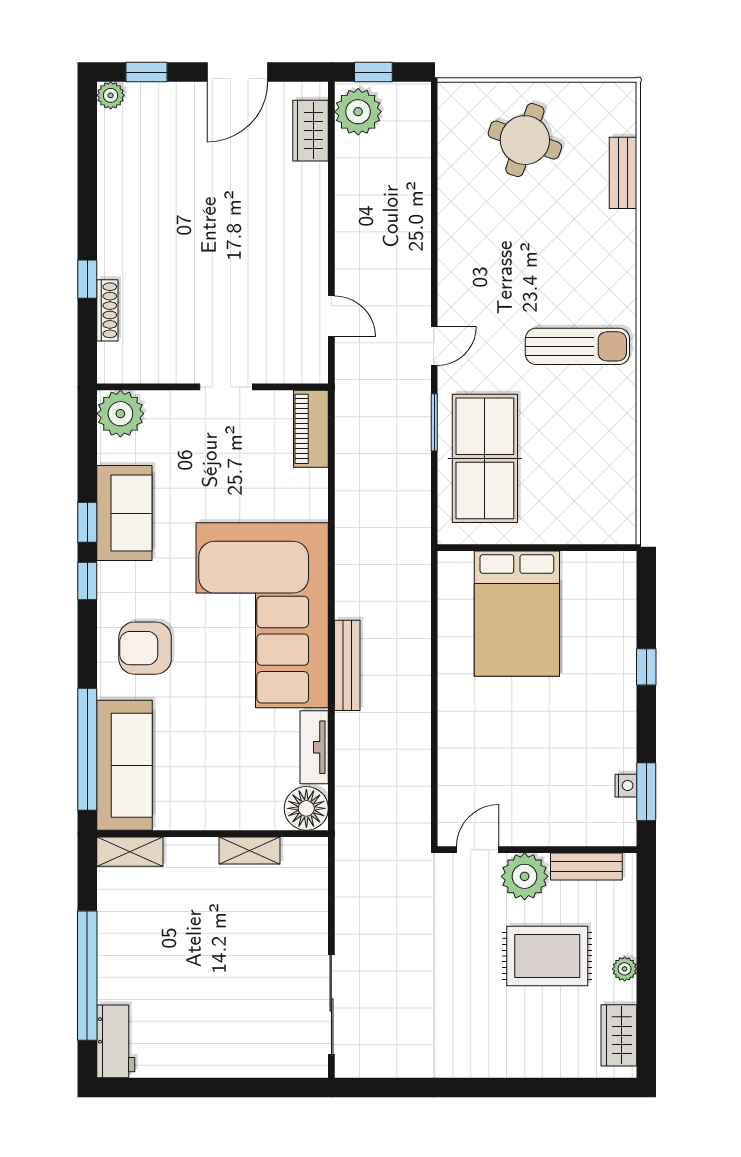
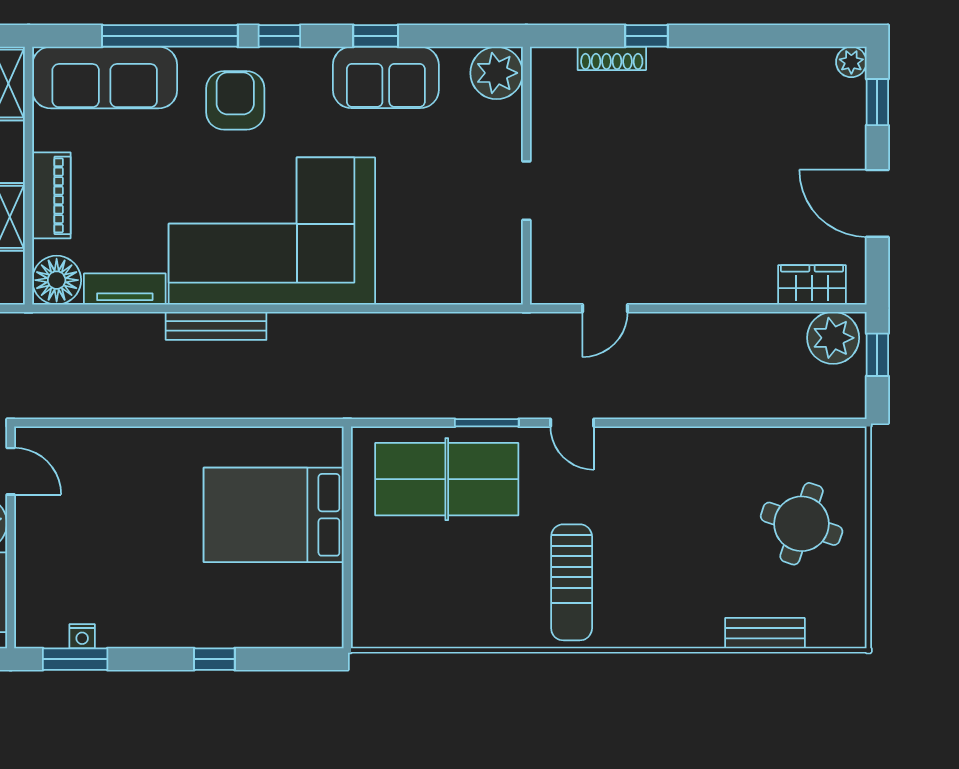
piano: (311, 429) -> (51, 195), moved, turned 90
window: (87, 581) -> (279, 36), moved
window: (87, 749) -> (170, 36), moved

